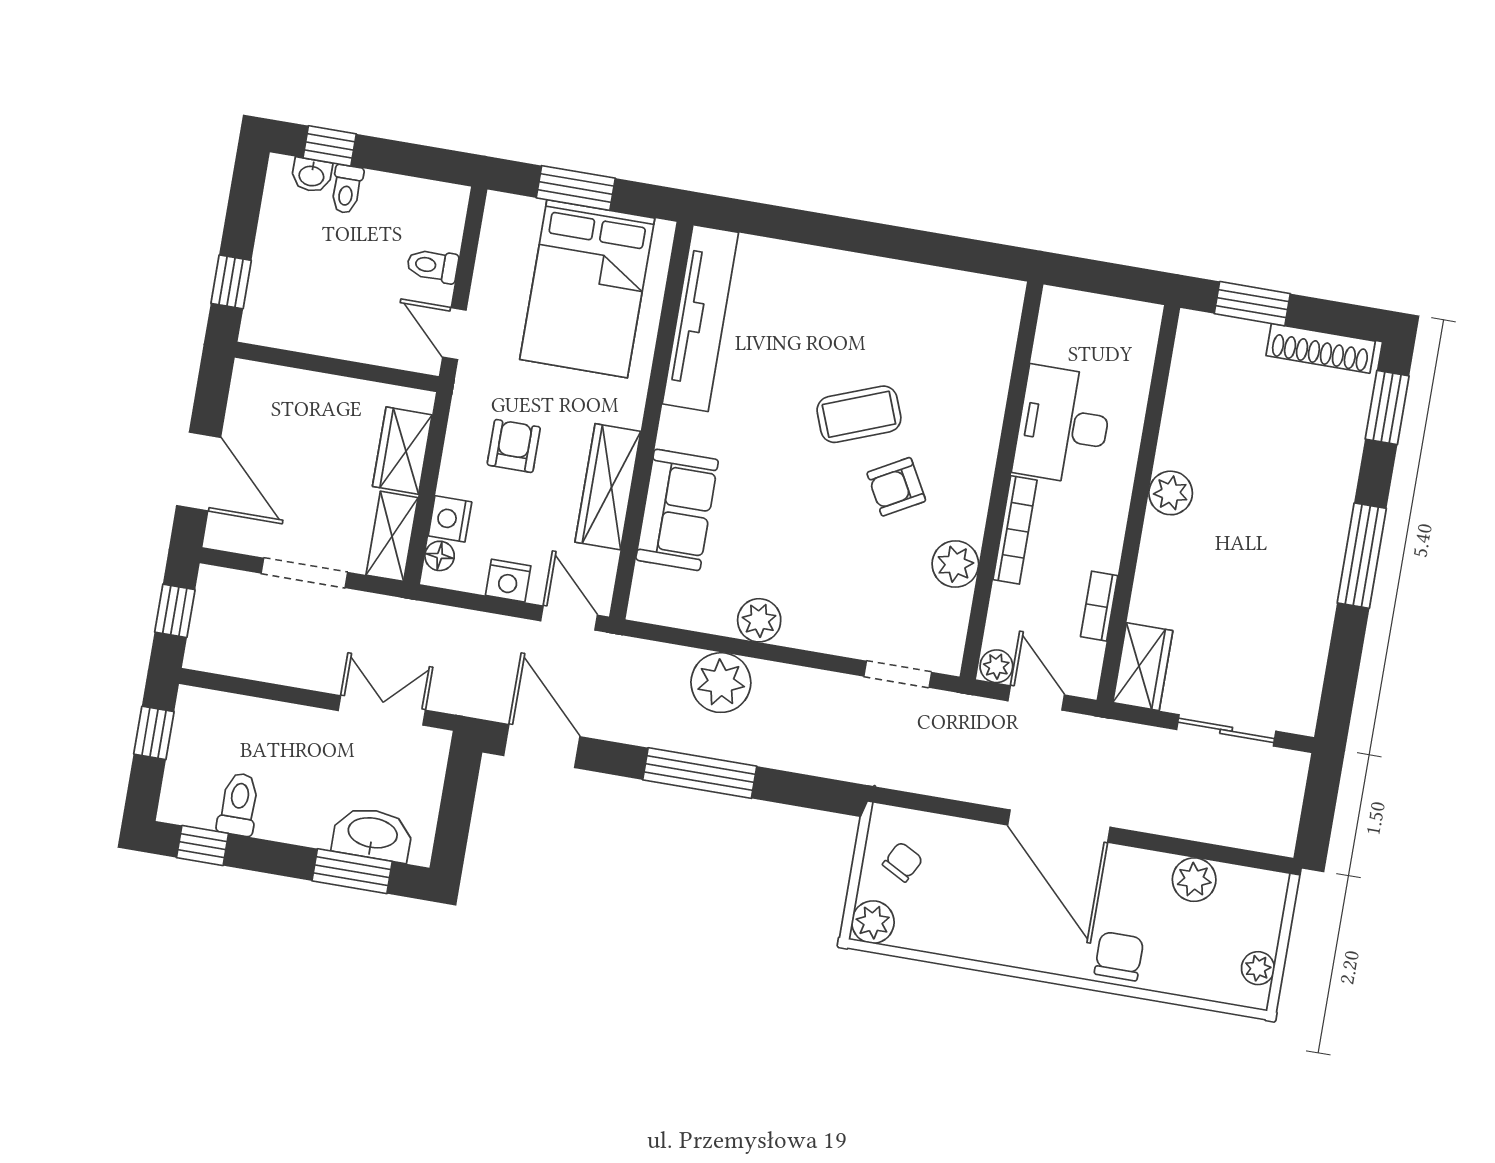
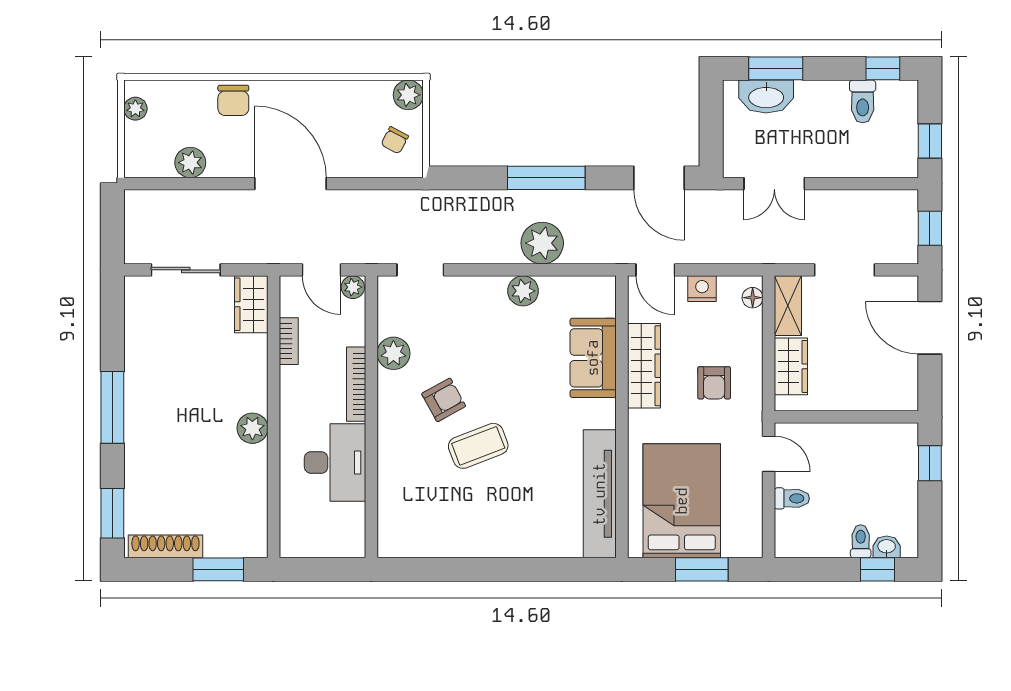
nightstand: (450, 519) -> (750, 325), removed

